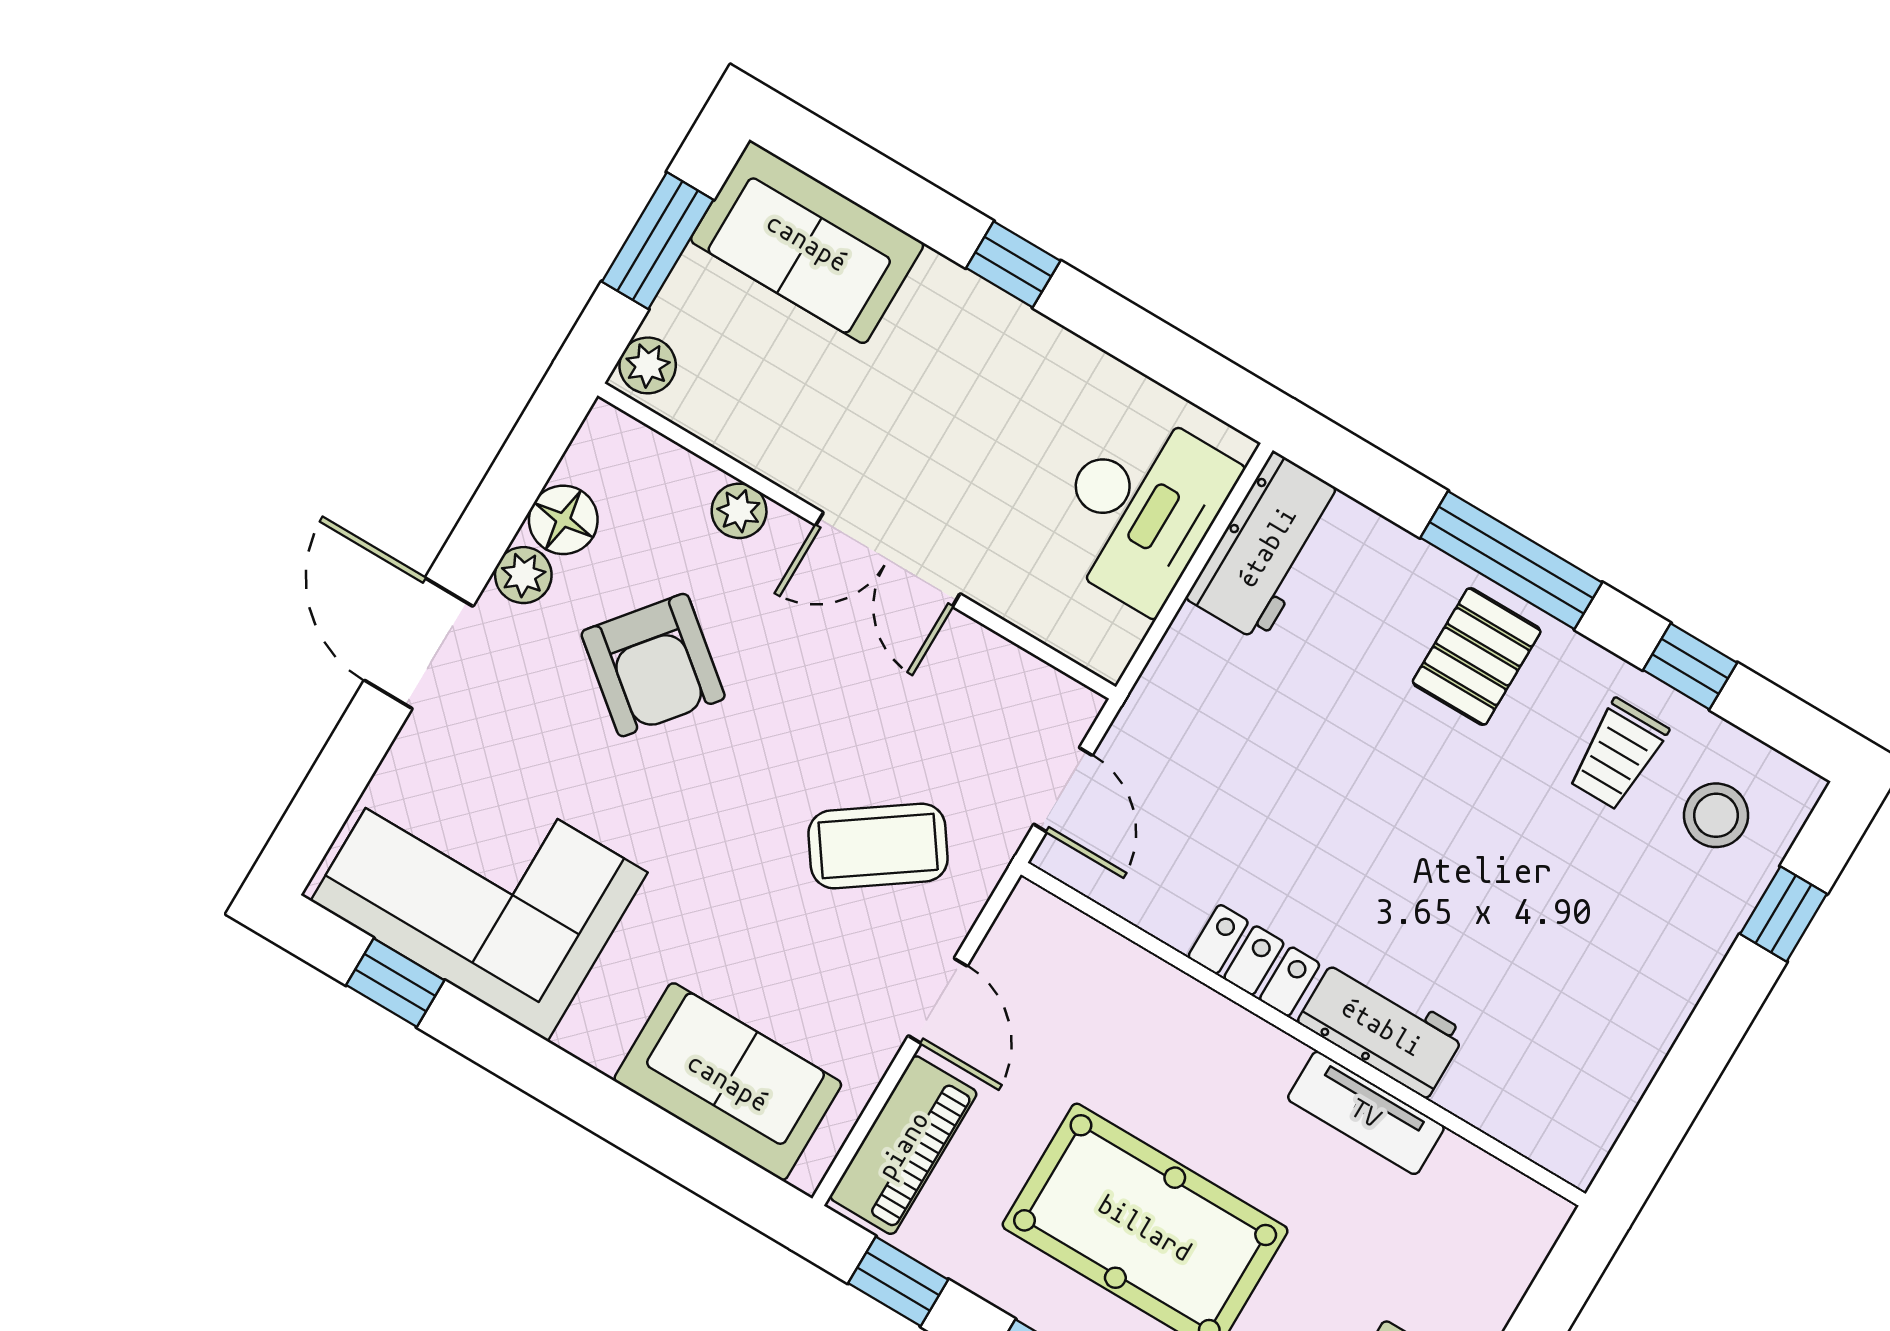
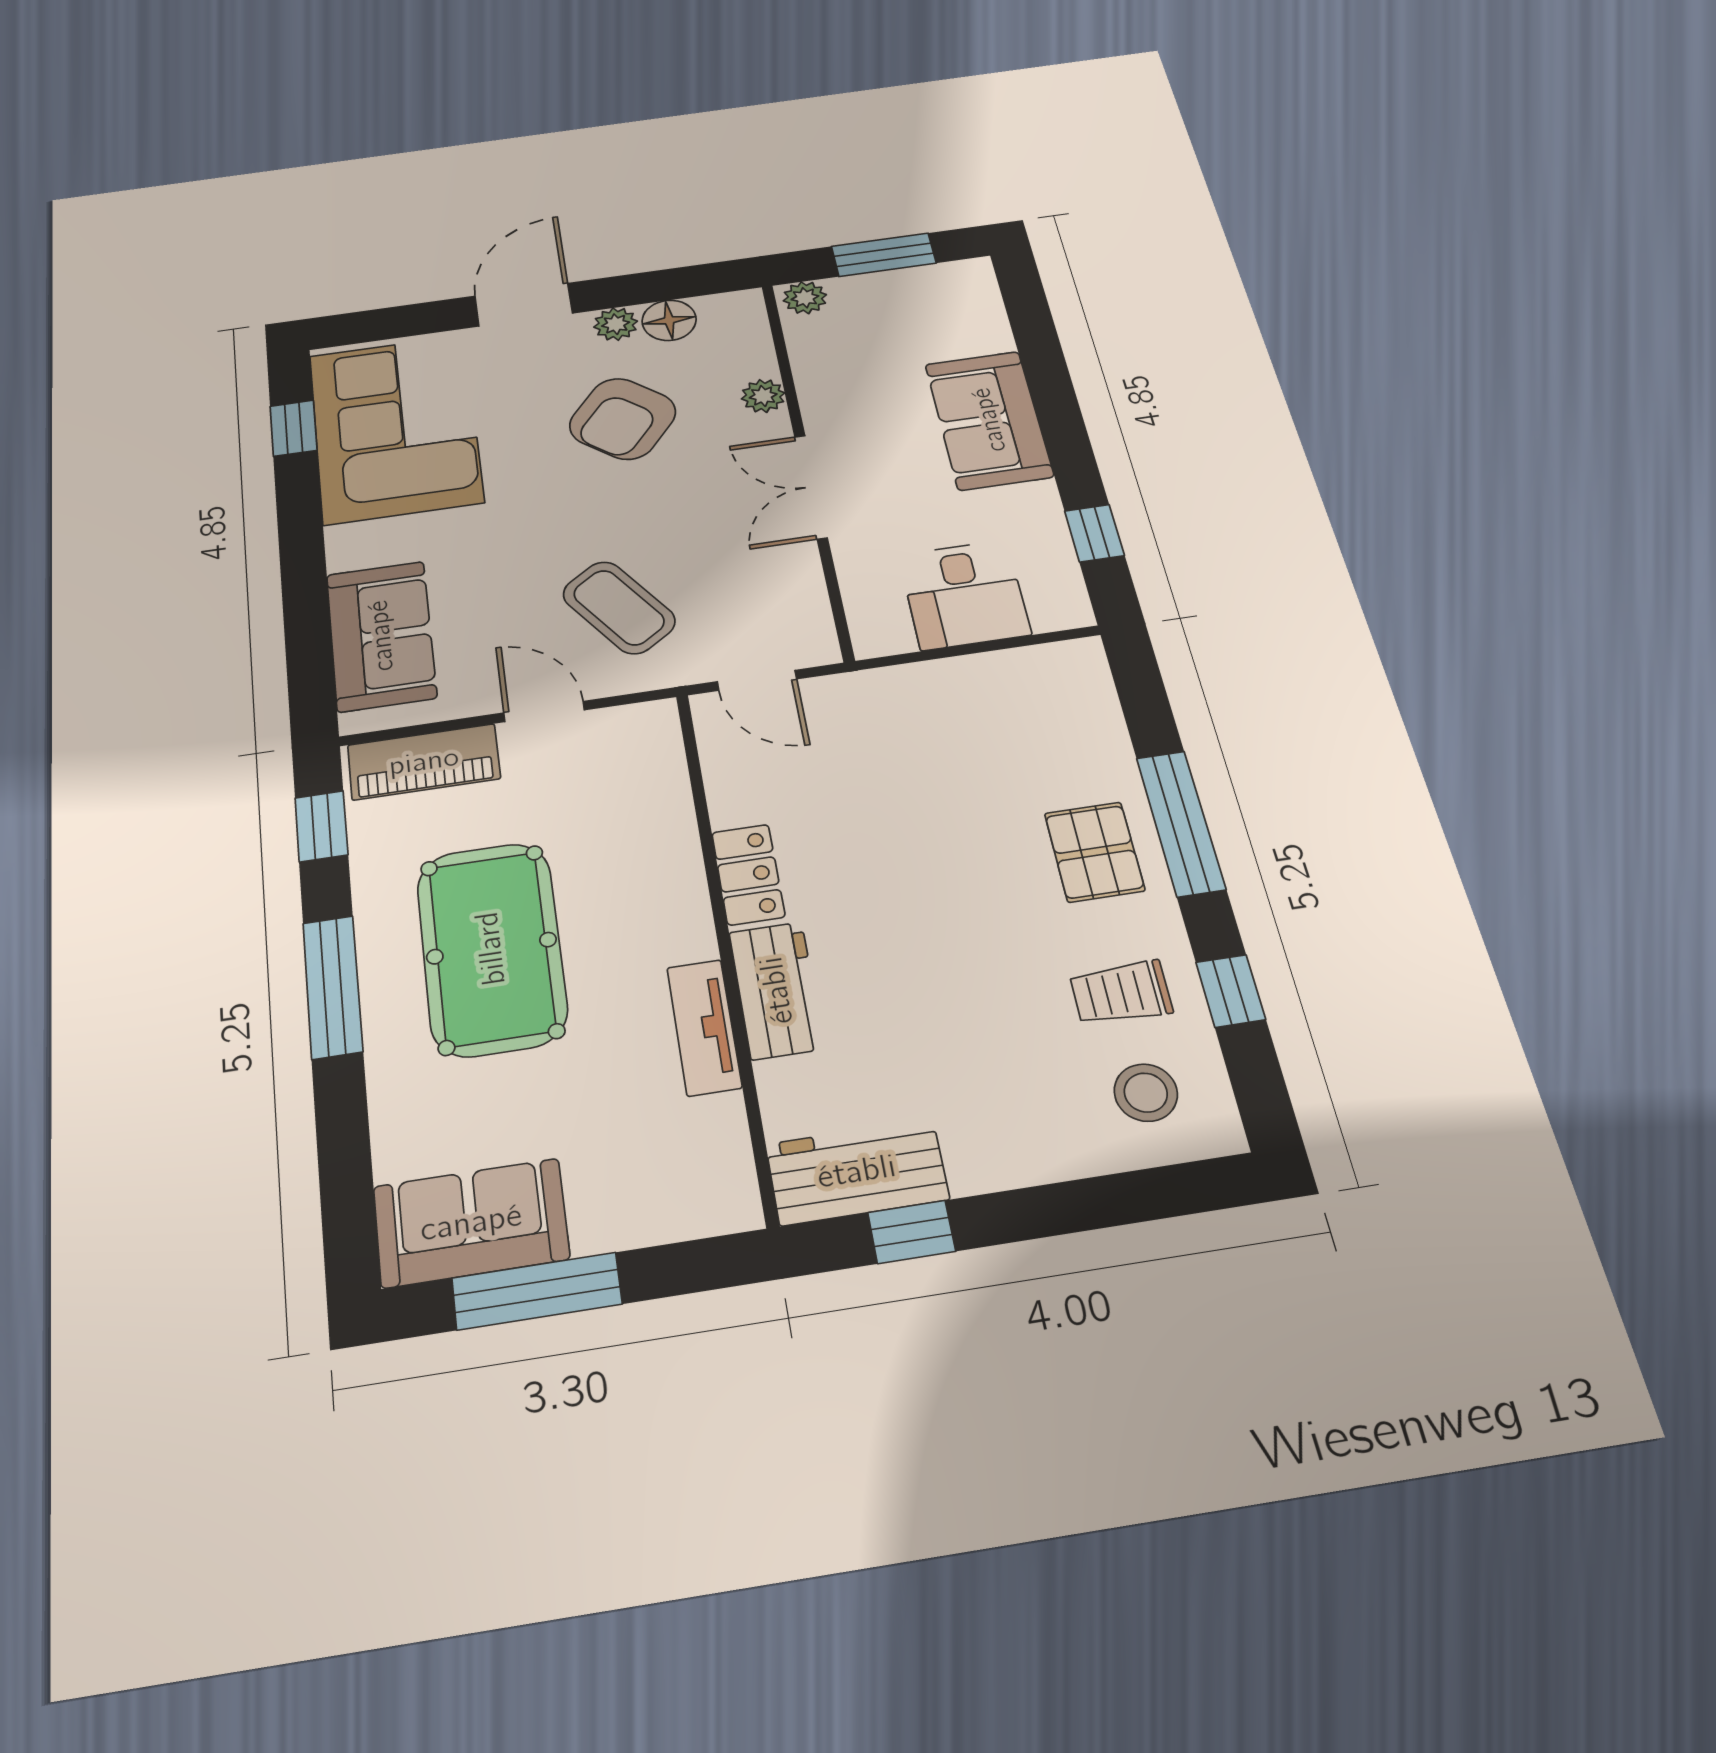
sofa: (807, 242) -> (989, 420), moved
window: (1013, 264) -> (1094, 533), moved
desk: (1140, 508) -> (964, 595), width x0.73
workbench: (1267, 547) -> (857, 1172), moved, turned 180
pallet: (1477, 657) -> (1094, 852), turned 90
door: (1063, 790) -> (757, 680), hinge flipped
window: (1784, 914) -> (912, 1232), moved
door: (938, 1001) -> (544, 711), swing flipped

